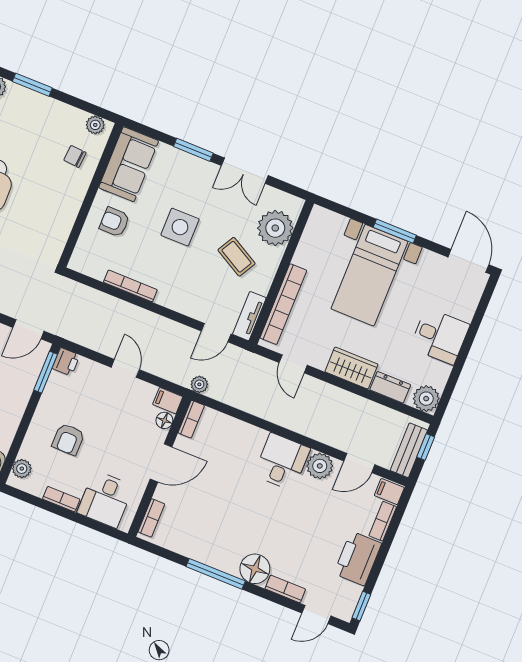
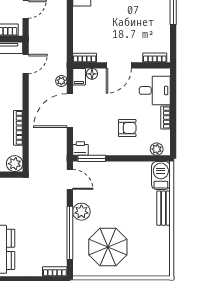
plant: (82, 261) -> (15, 164), added
door: (216, 333) -> (26, 64), hinge flipped
door: (125, 368) -> (70, 111), width x1.87
plant: (199, 384) -> (61, 81), moved
door: (161, 463) -> (119, 65), swing flipped

